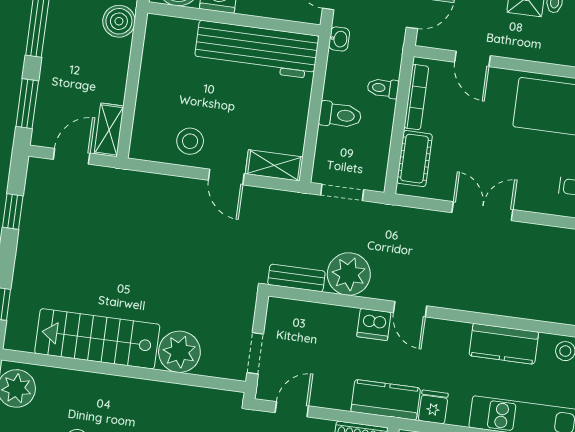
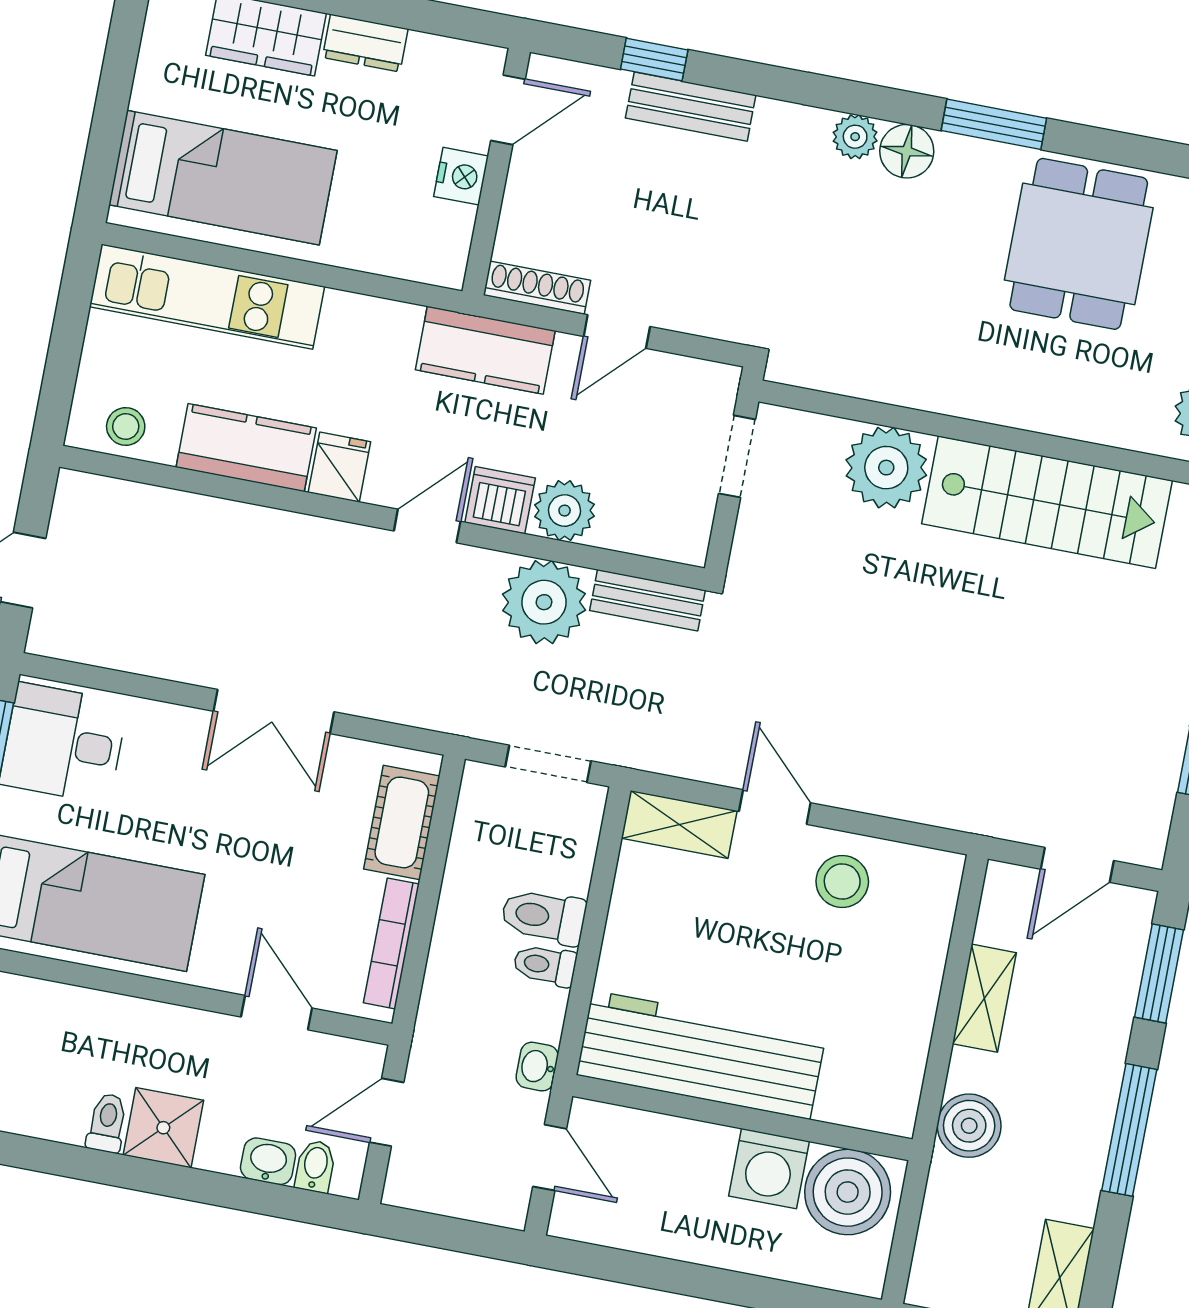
toilet: (383, 88) -> (545, 965), moved, turned 180
shelving: (109, 130) -> (984, 998), moved
door: (410, 309) -> (427, 526), hinge flipped
plant: (341, 321) -> (565, 511), added
fridge: (433, 407) -> (339, 467), moved, turned 180
door: (292, 409) -> (617, 331), moved

